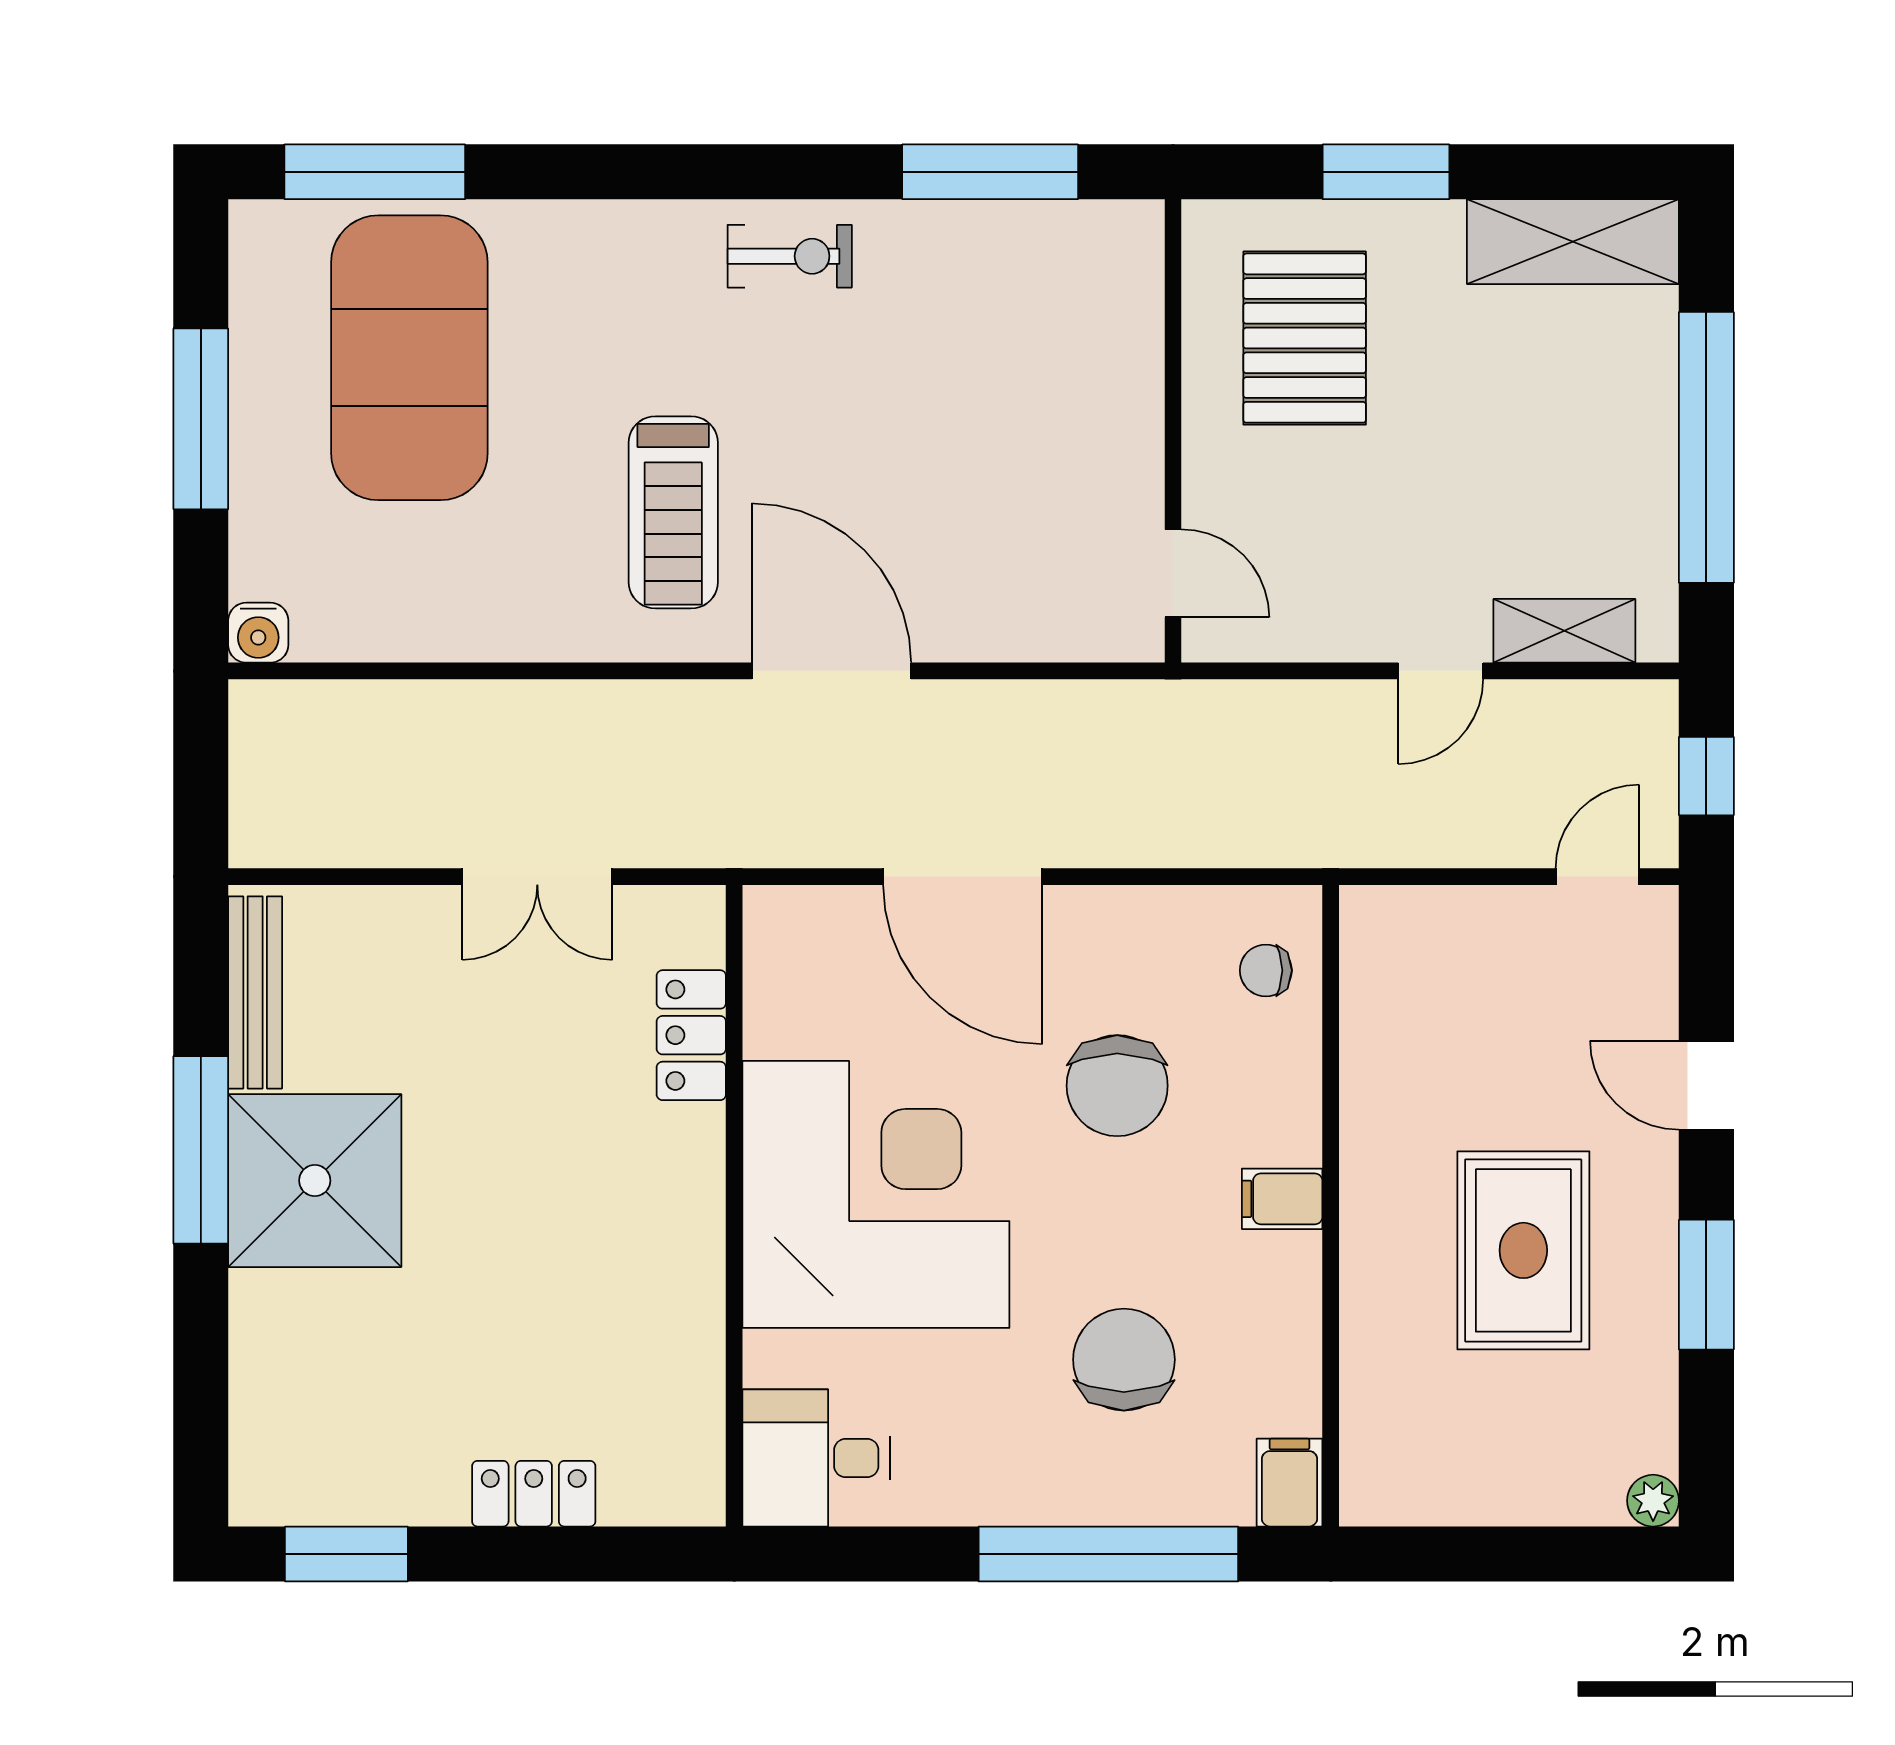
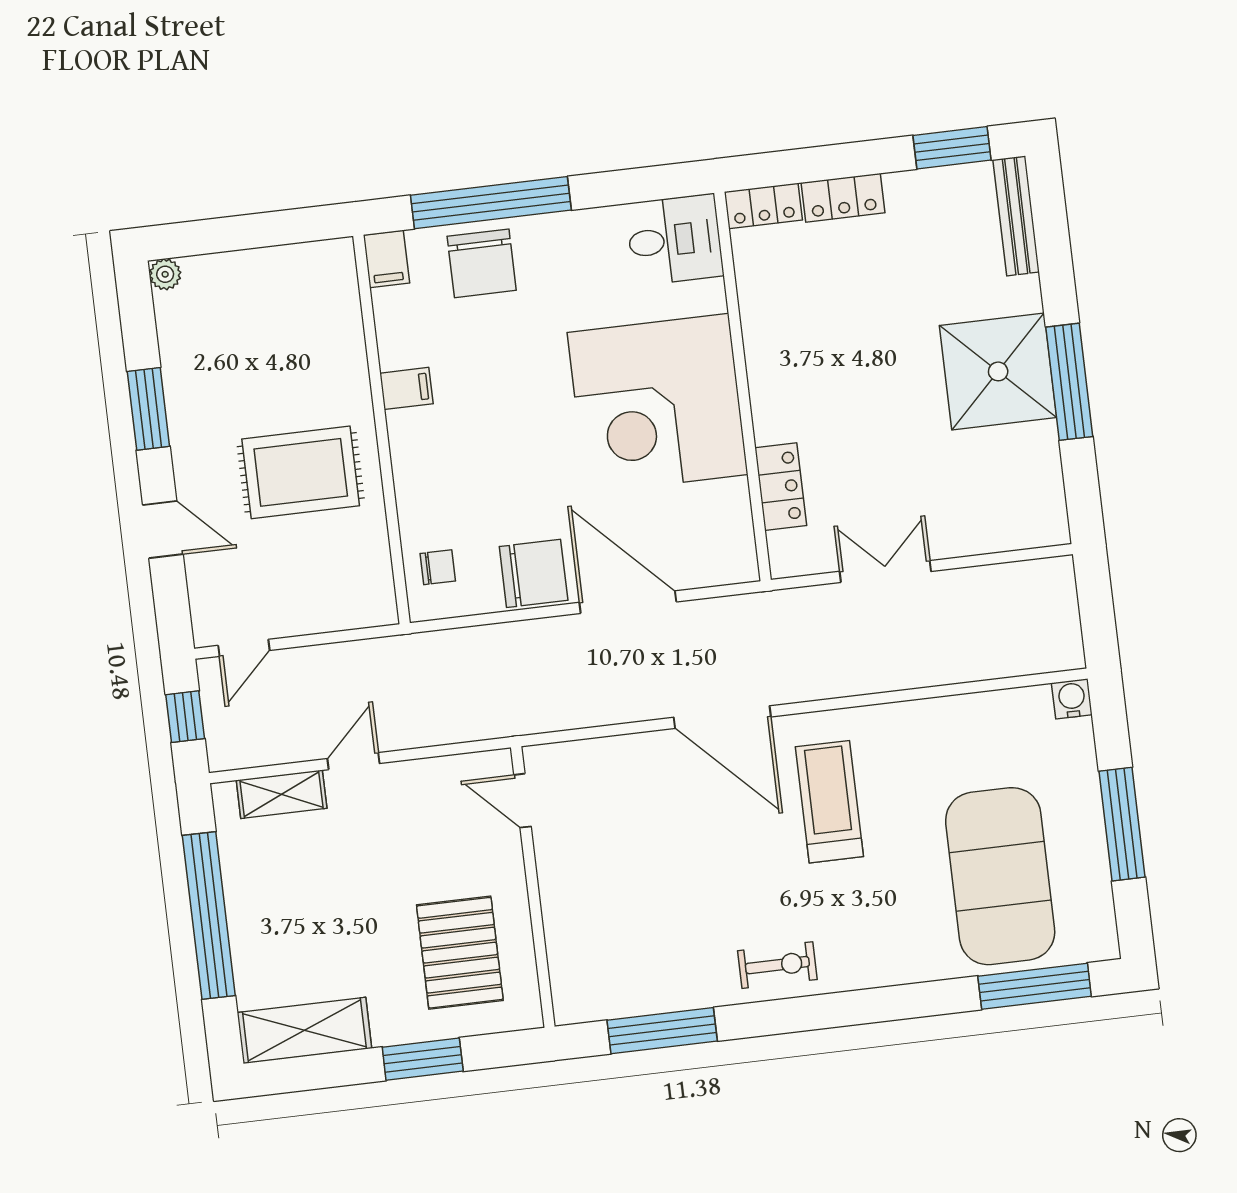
exercise bike: (790, 256) -> (777, 965), turned 180
bench: (255, 992) -> (1016, 216), moved
chair: (1117, 1086) -> (534, 573), moved, turned 90
filing cabinet: (1282, 1199) -> (406, 388), moved
rug: (1523, 1250) -> (301, 472), moved, turned 90
chair: (1124, 1360) -> (482, 263), moved
locker: (665, 1496) -> (763, 206), added

